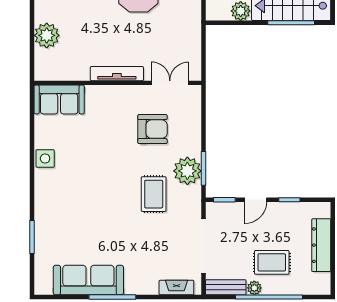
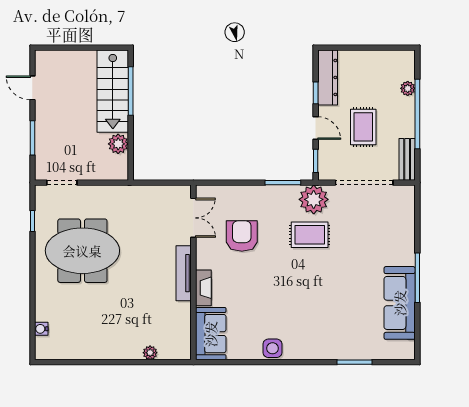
plant: (47, 35) -> (150, 353), width x0.53, depth x0.53
double door: (170, 83) -> (193, 218), swing flipped
plant: (187, 171) -> (314, 199), moved
dresser: (321, 245) -> (328, 77), moved, turned -90
rug: (272, 262) -> (363, 127), moved
fireplace: (176, 288) -> (203, 288), moved, turned 180
plant: (254, 288) -> (408, 88), moved

